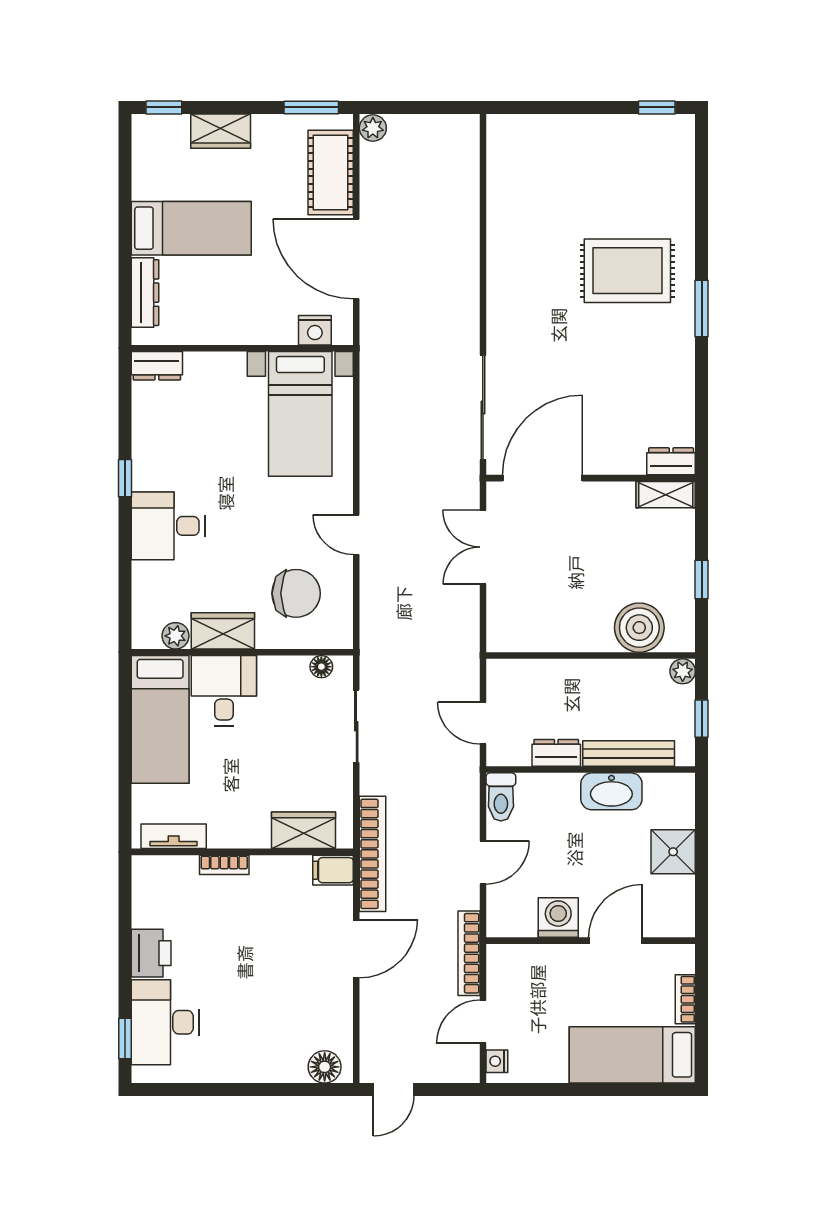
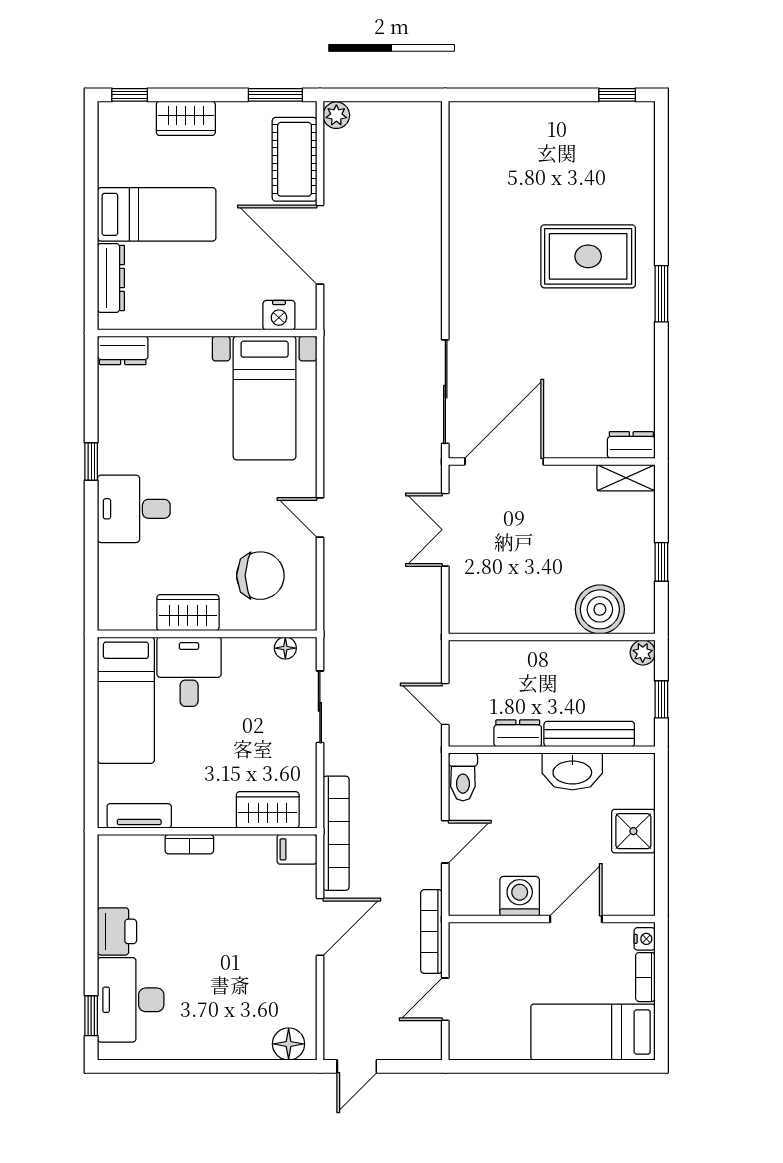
plant: (176, 636) -> (141, 618), removed
nightstand: (497, 1061) -> (645, 939), moved, turned 180

